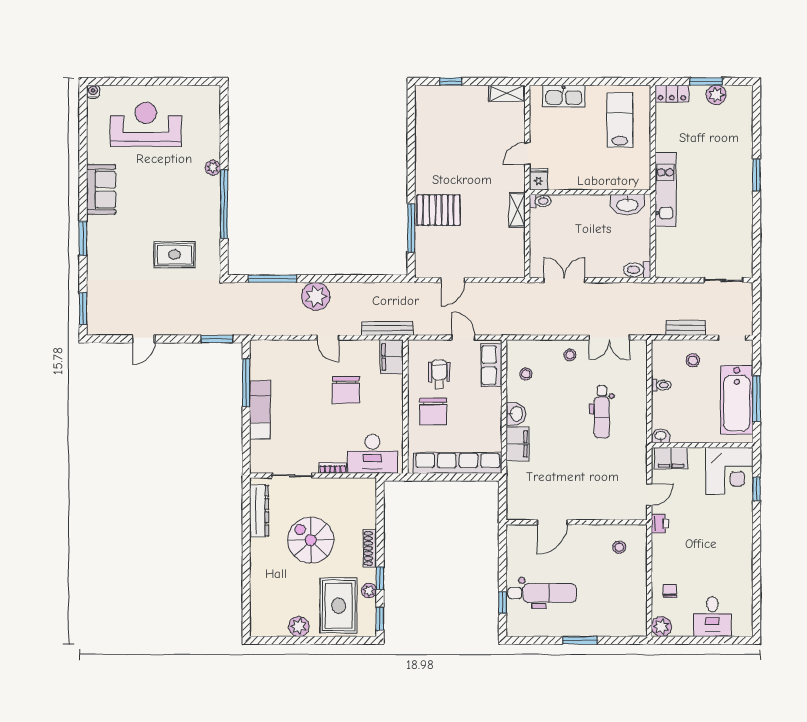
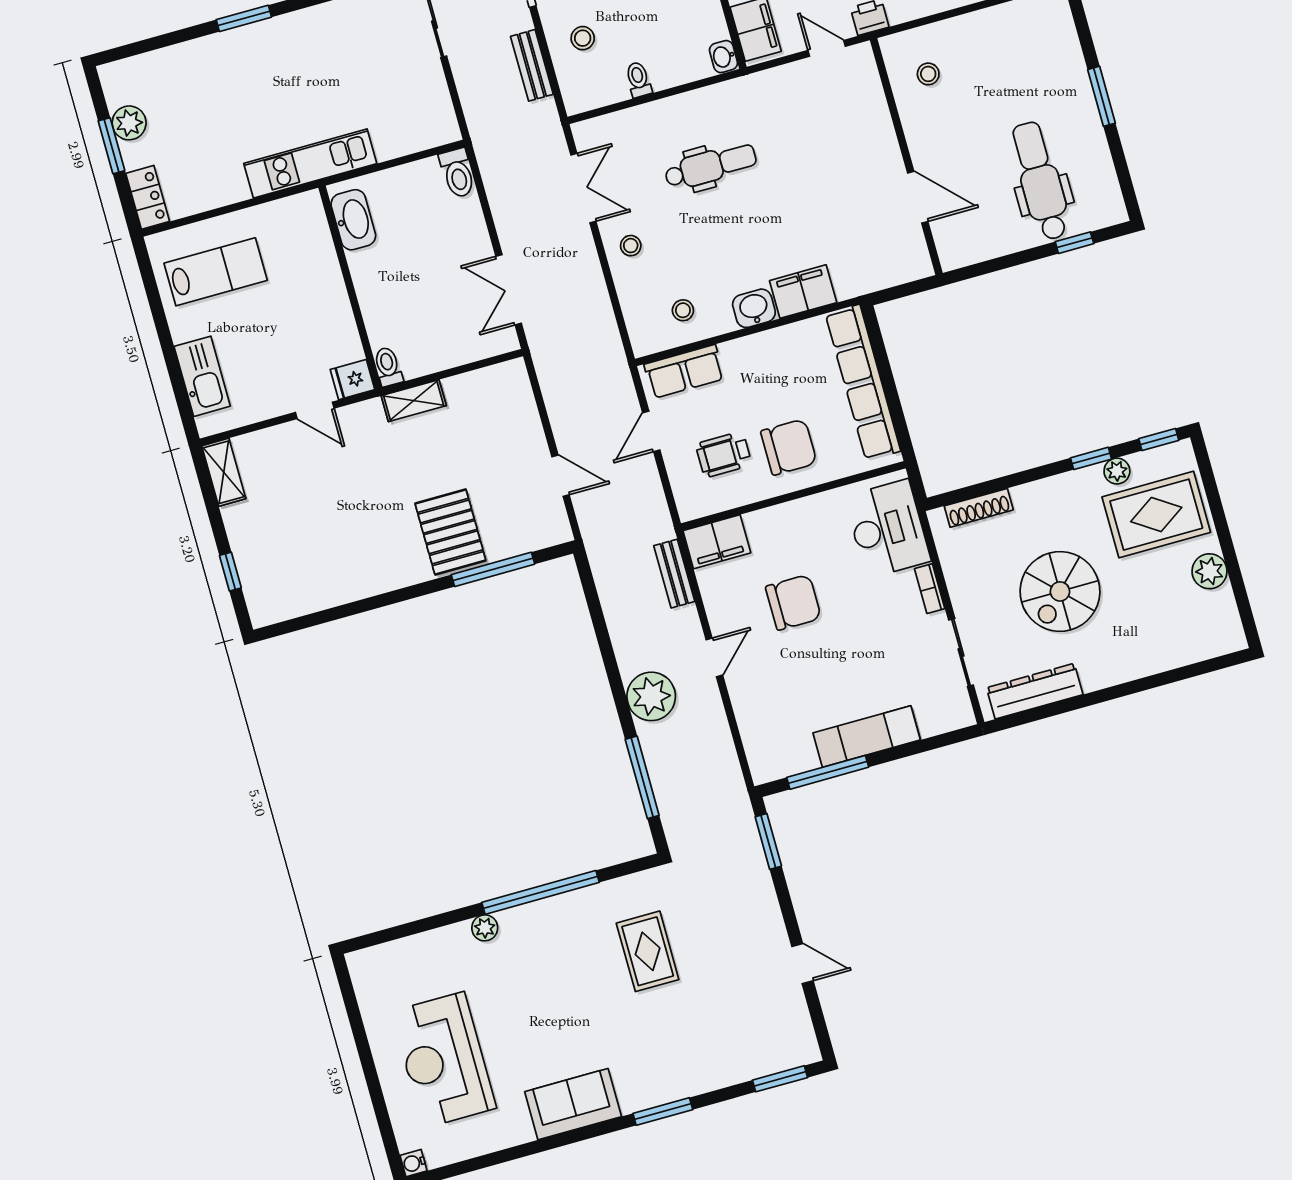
lab bench: (620, 120) -> (216, 272), turned 180
bench: (387, 328) -> (674, 574), width x0.73
shoe rack: (370, 548) -> (979, 508), moved

